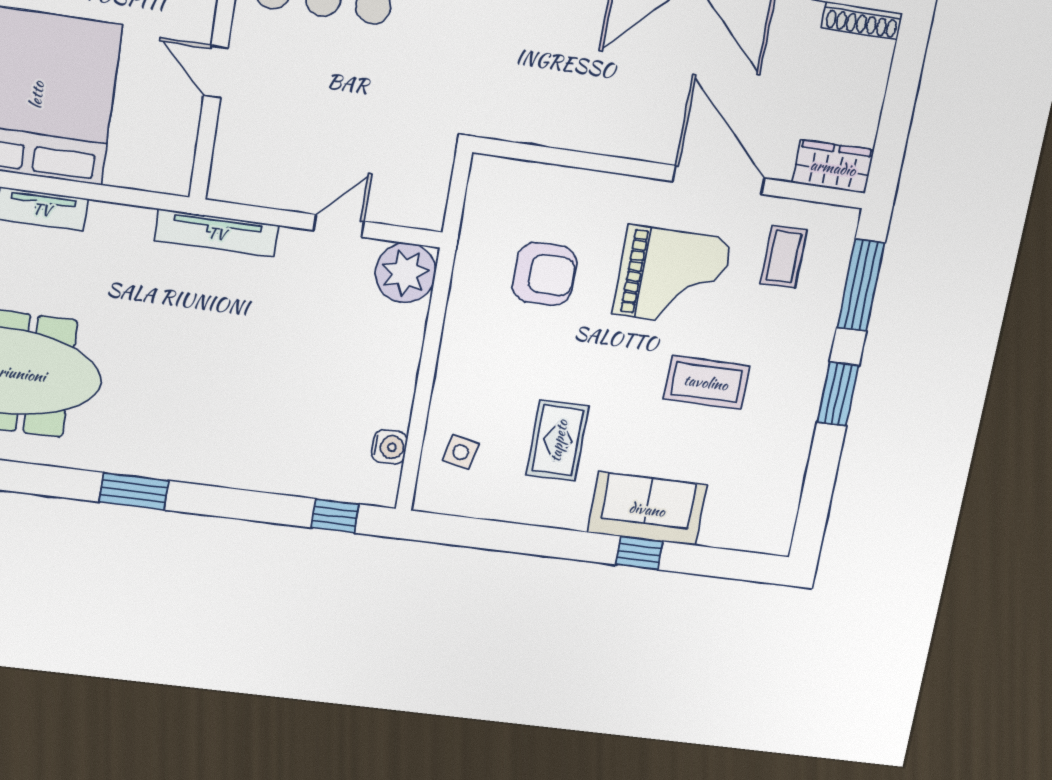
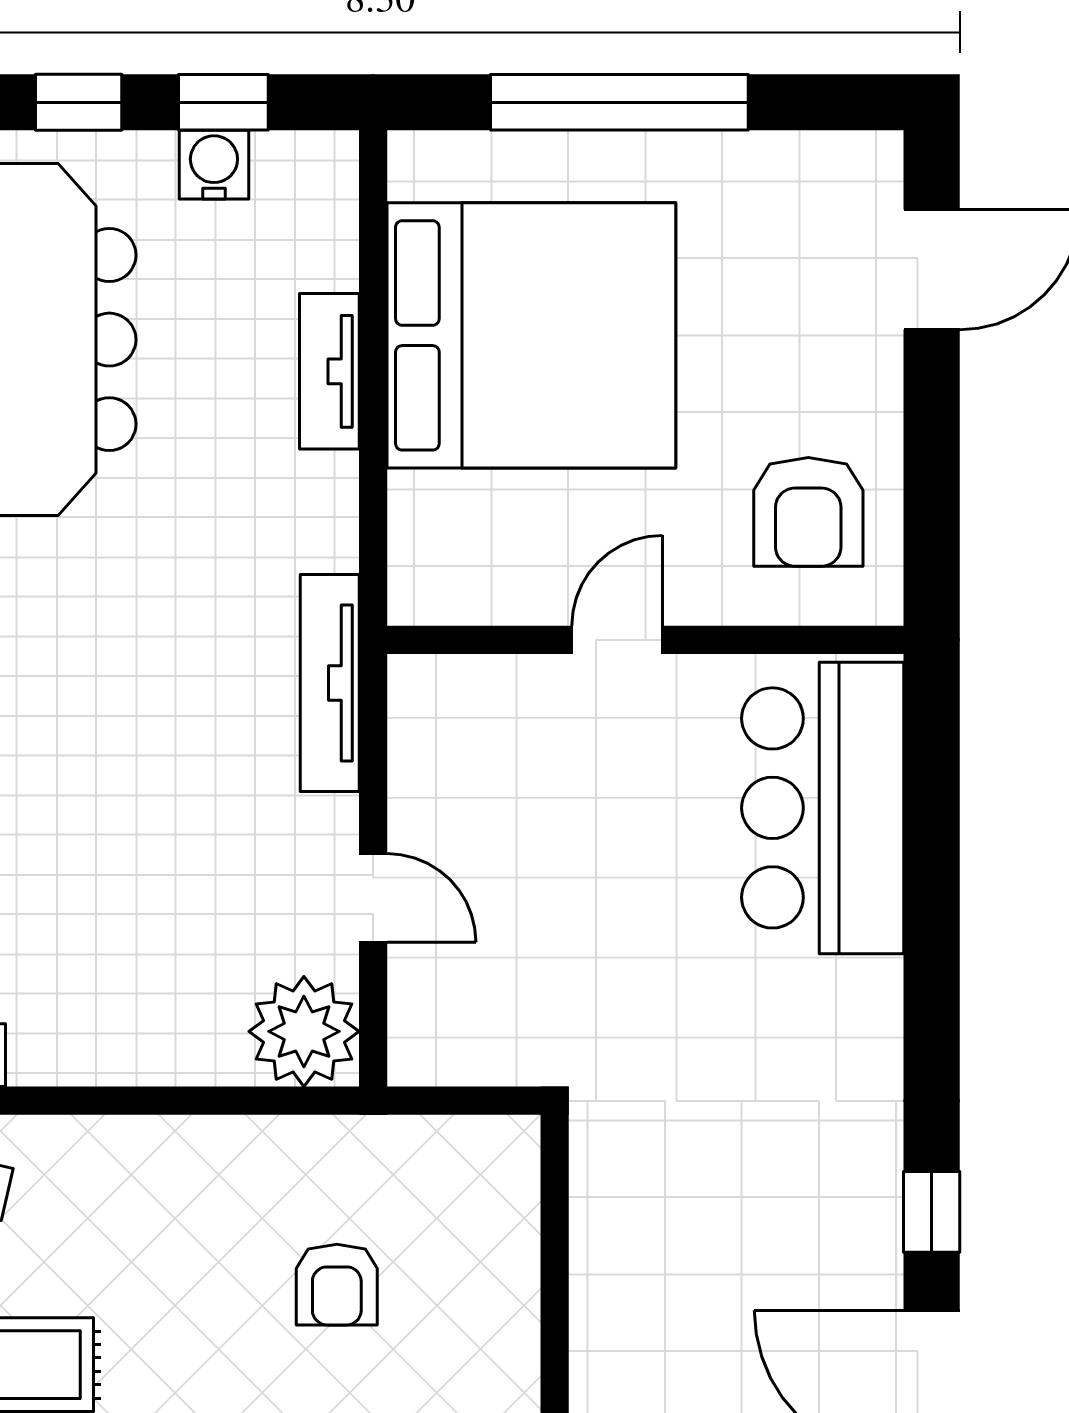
armchair: (544, 274) -> (337, 1285), width x0.72, depth x0.72

